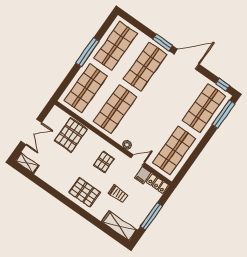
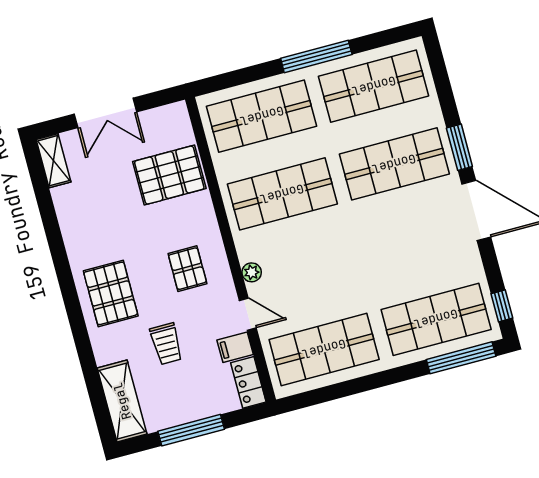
pallet: (104, 162) -> (187, 269), turned 90

